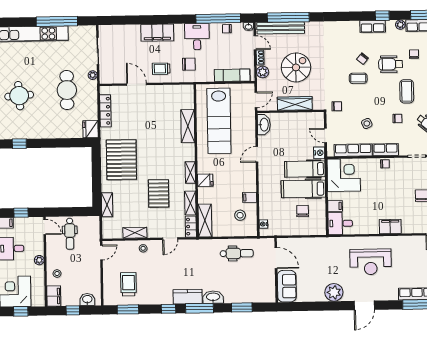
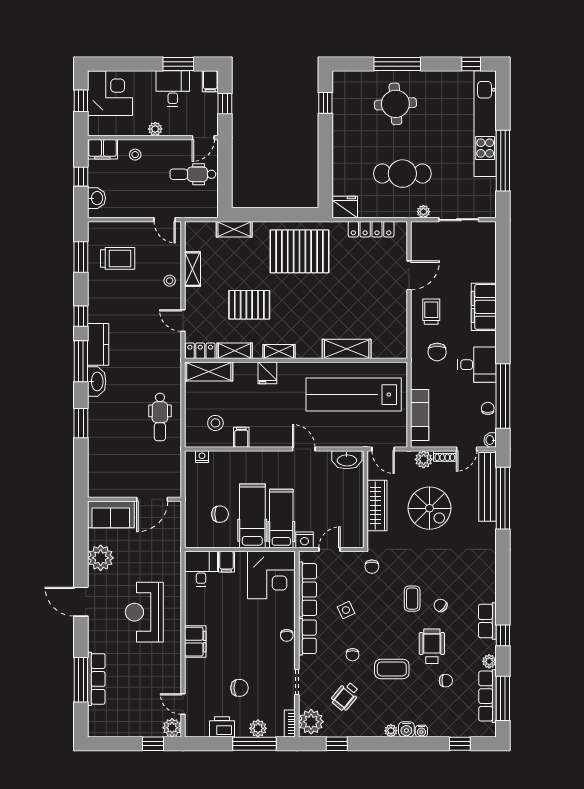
door: (276, 258) -> (152, 499), moved
wall: (276, 270) -> (134, 499), moved
sofa: (287, 286) -> (111, 514), moved

